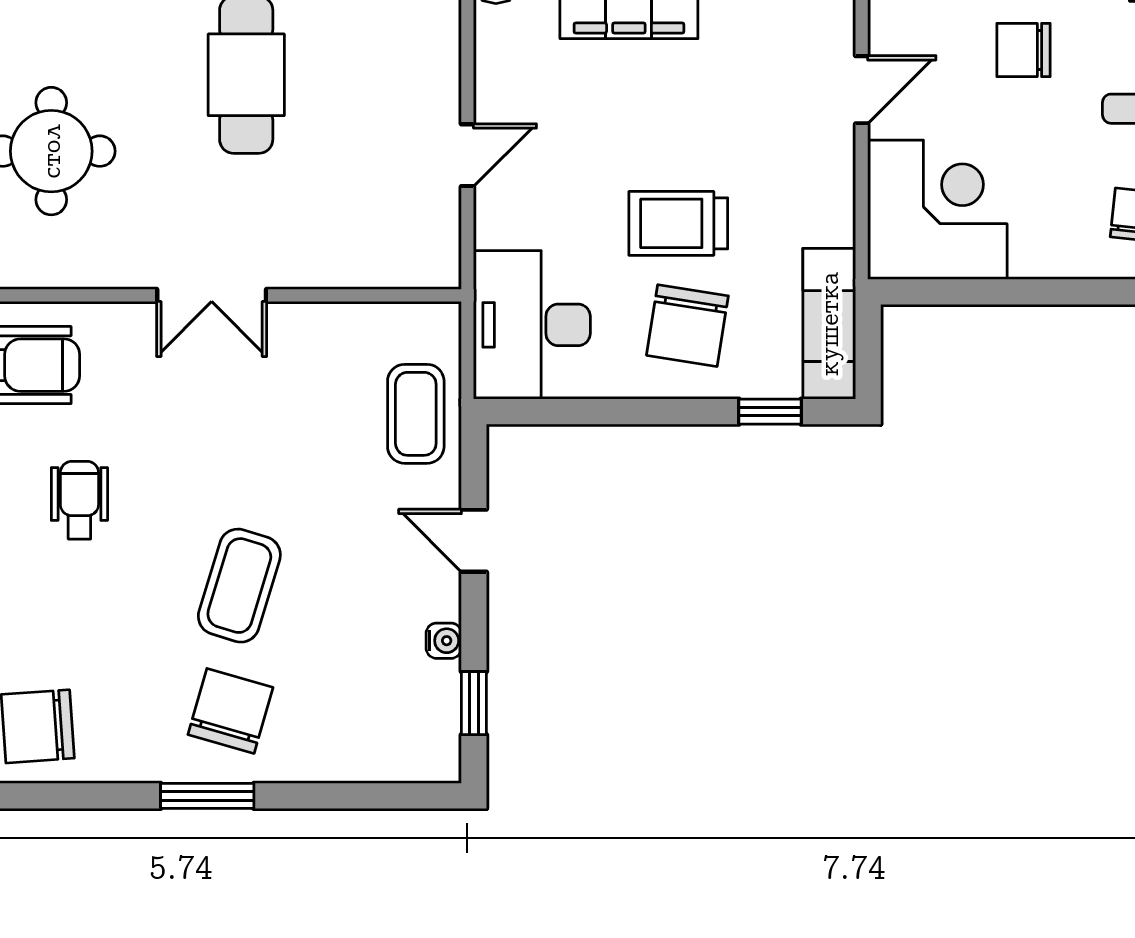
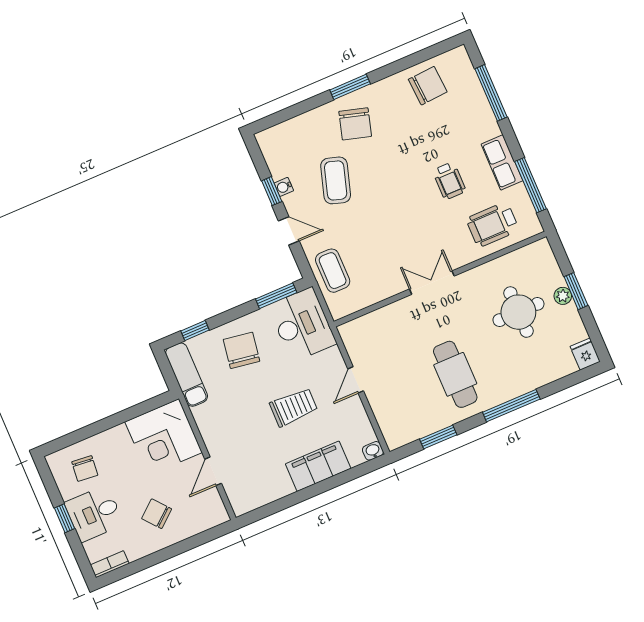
chair: (1023, 50) -> (157, 514), turned -130
trolley: (678, 223) -> (294, 407), moved
window: (561, 412) -> (276, 296), added
coffee table: (239, 586) -> (336, 180), moved
window: (474, 703) -> (272, 191), moved

